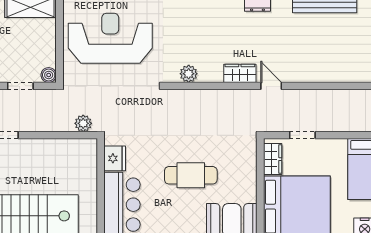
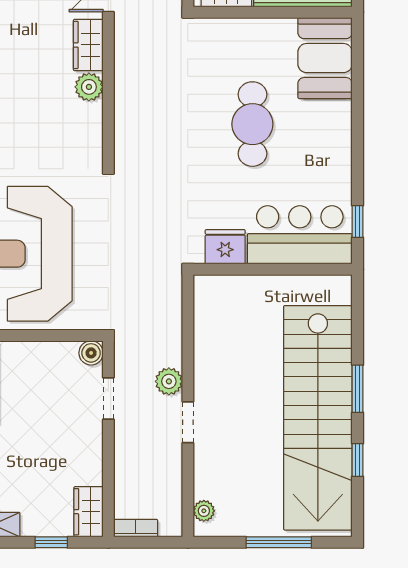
plant: (189, 74) -> (89, 87), moved
plant: (83, 123) -> (169, 381), moved

